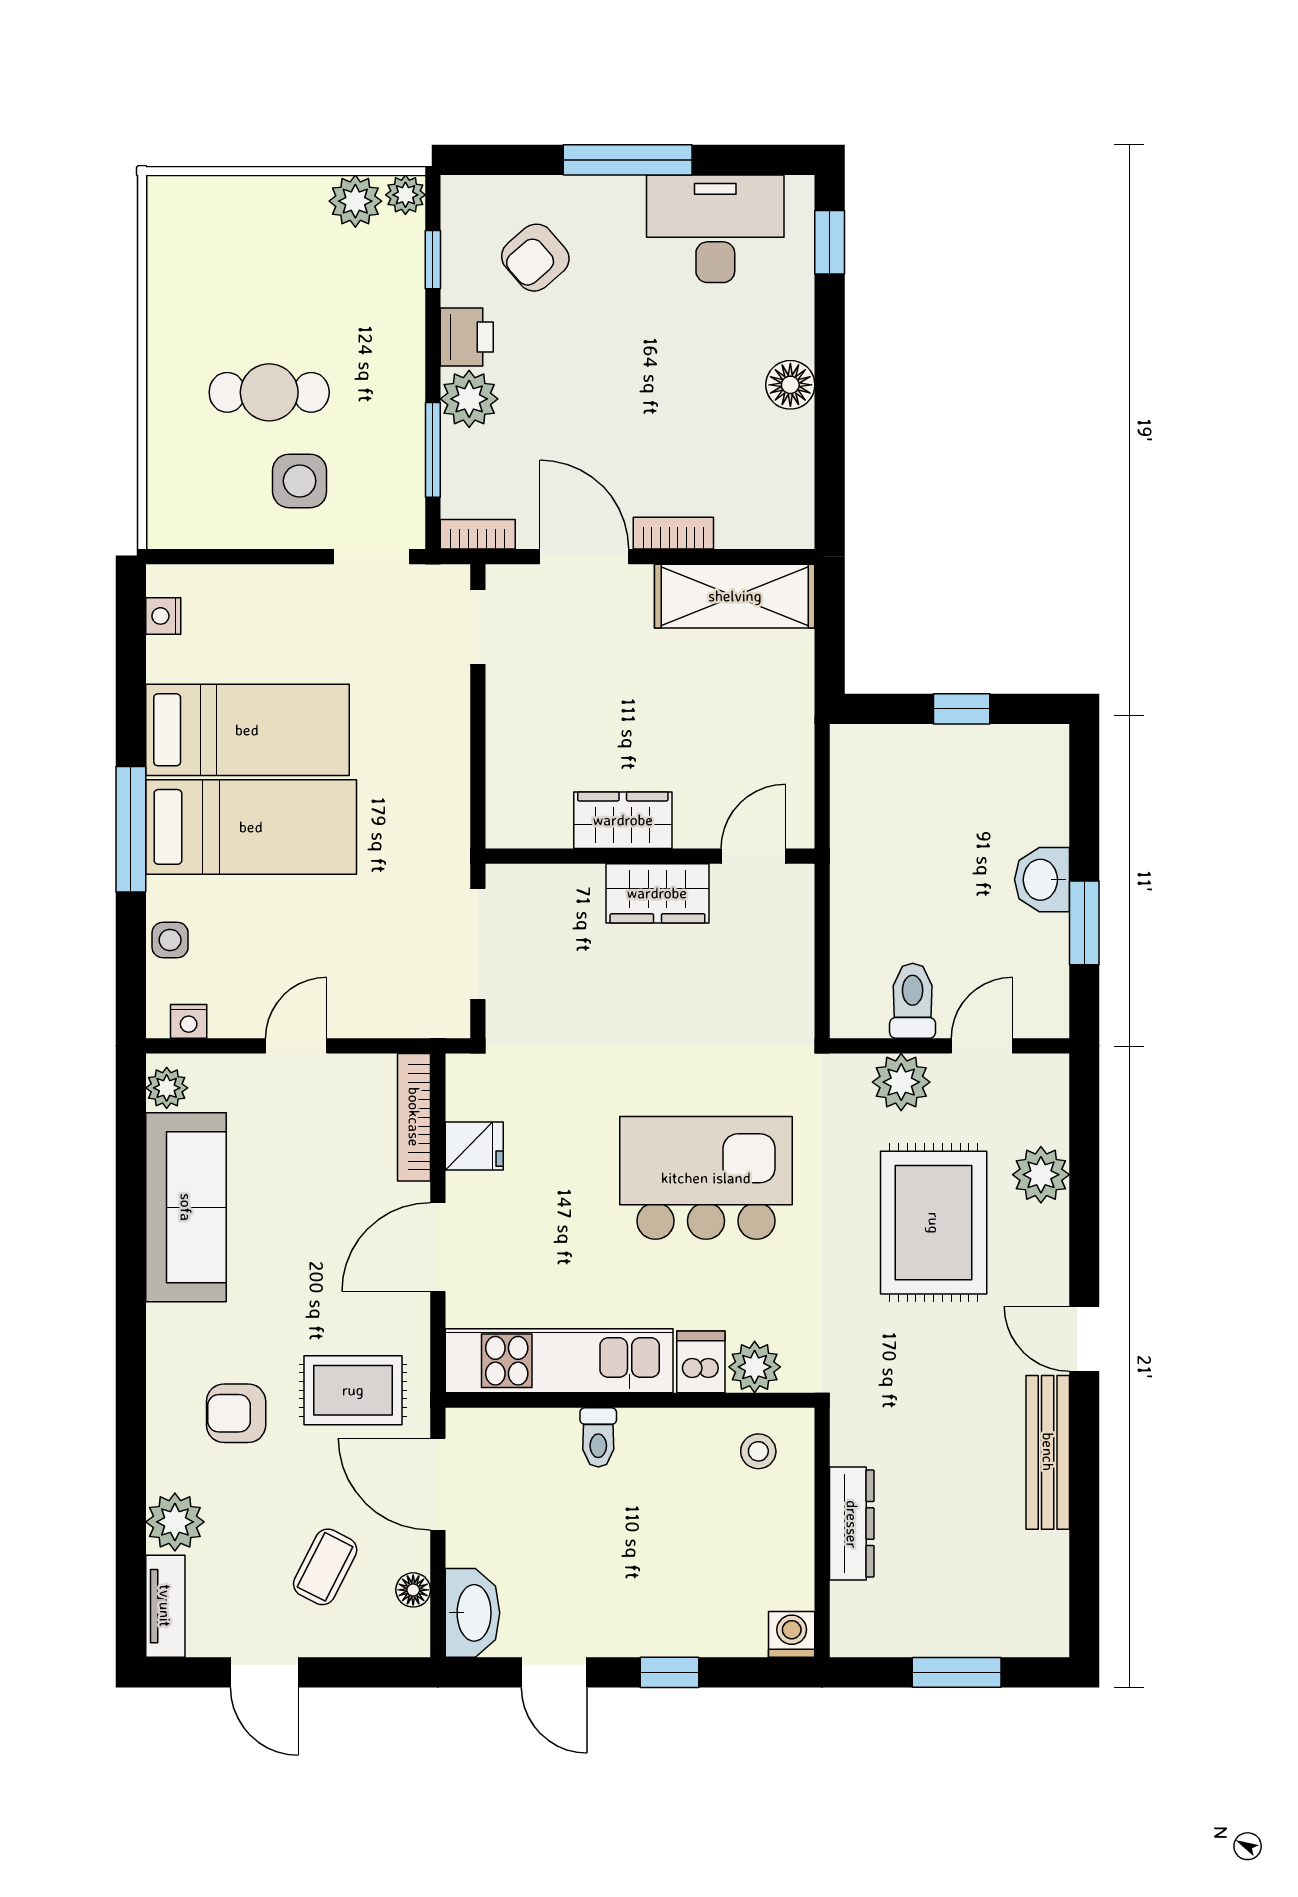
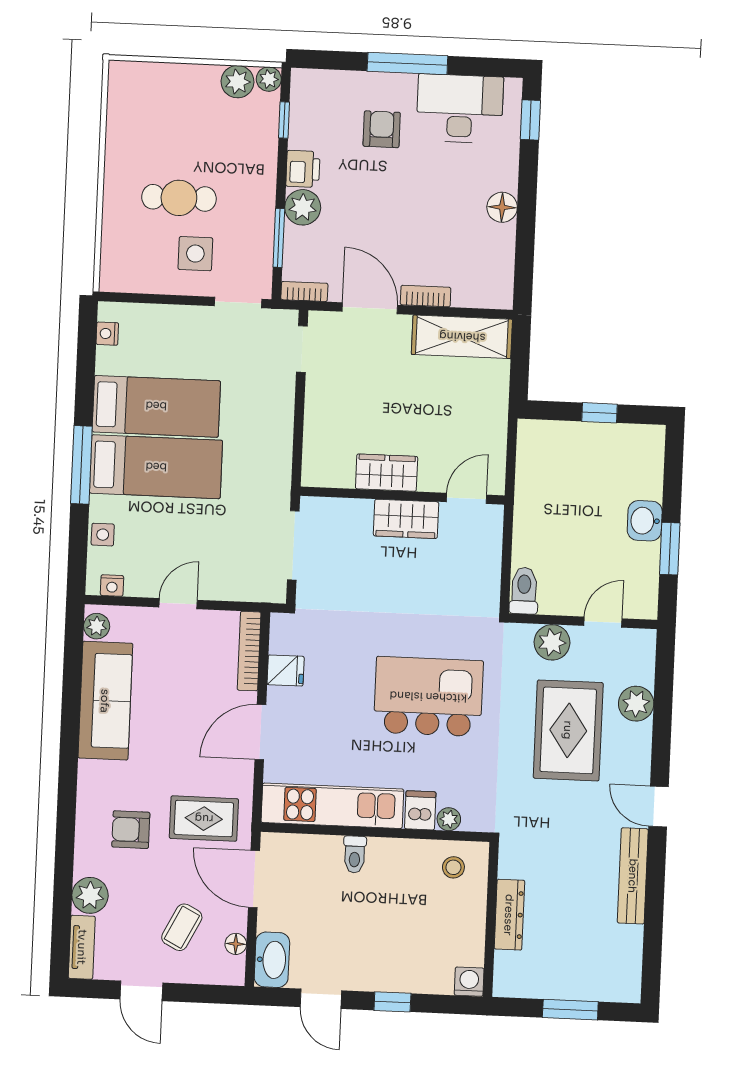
armchair: (535, 258) -> (382, 129), moved, turned 131
toilet: (913, 1001) -> (524, 591), moved
plant: (755, 1367) -> (449, 819), width x0.73, depth x0.73

